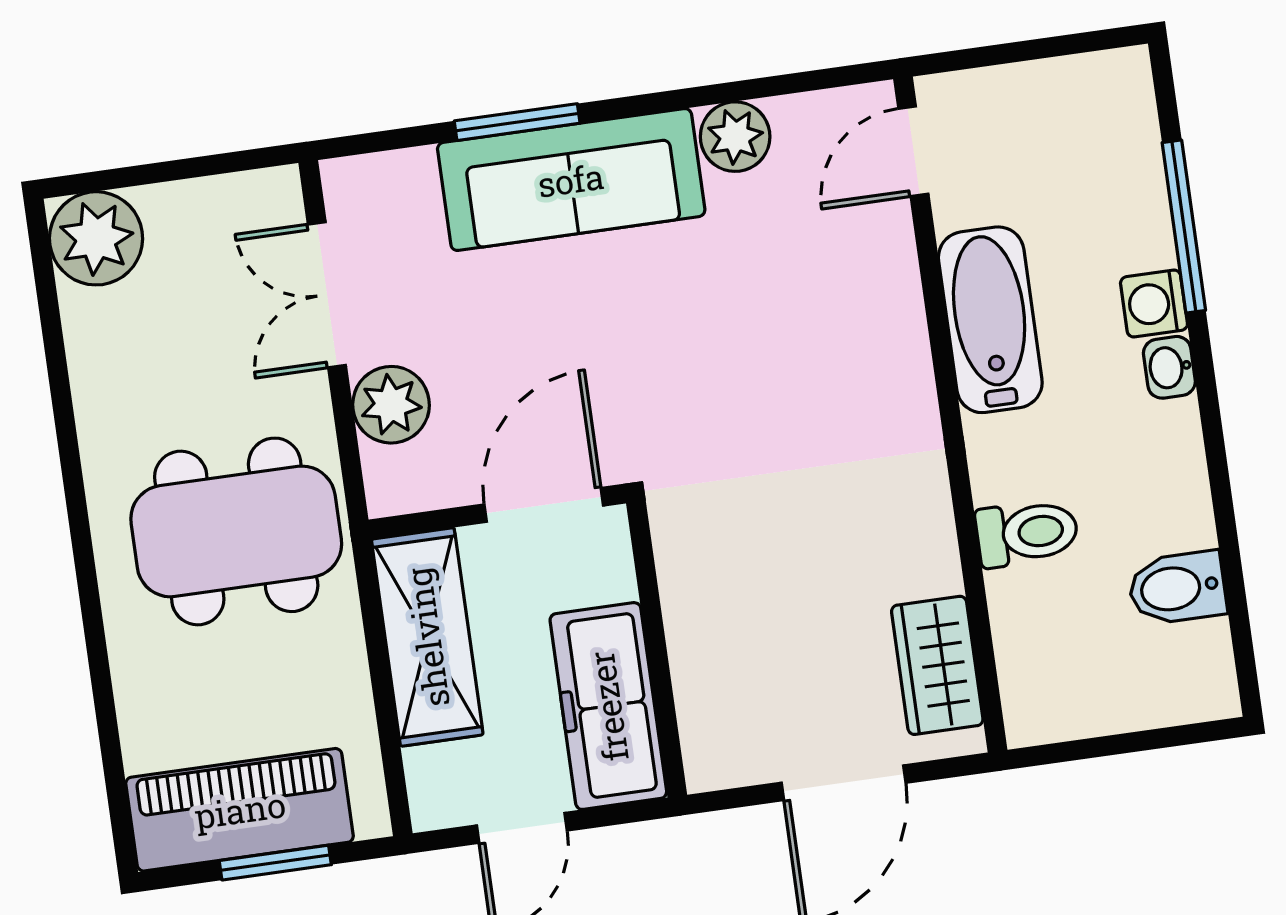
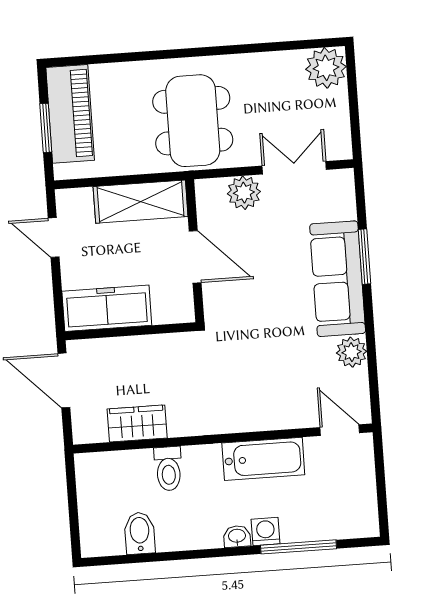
wall: (657, 649) -> (130, 331), moved
wardrobe: (937, 665) -> (137, 423), moved
freezer: (608, 706) -> (107, 308), moved

